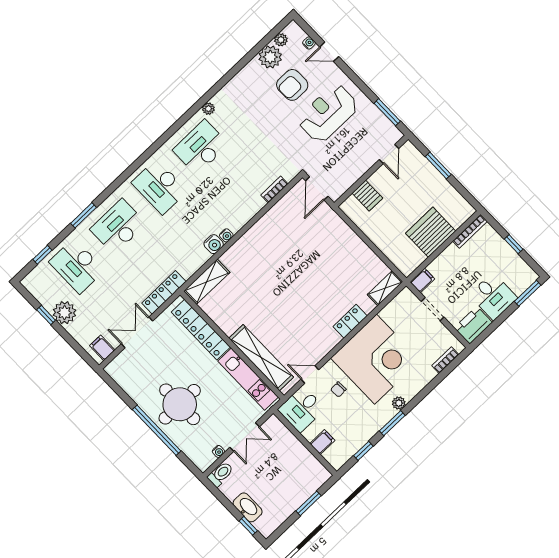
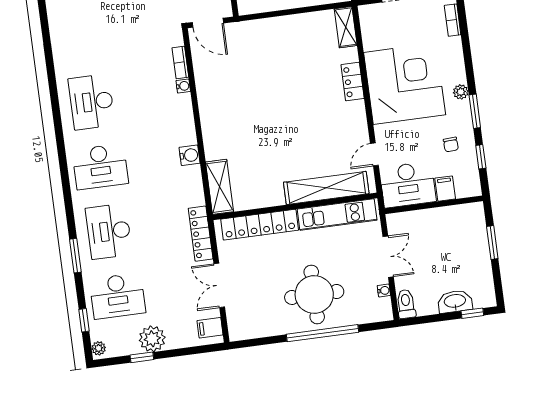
plant: (208, 109) -> (99, 348), moved
water cooler: (226, 235) -> (183, 86), moved
chair: (338, 389) -> (451, 144), moved
desk: (301, 409) -> (408, 185), width x1.37

